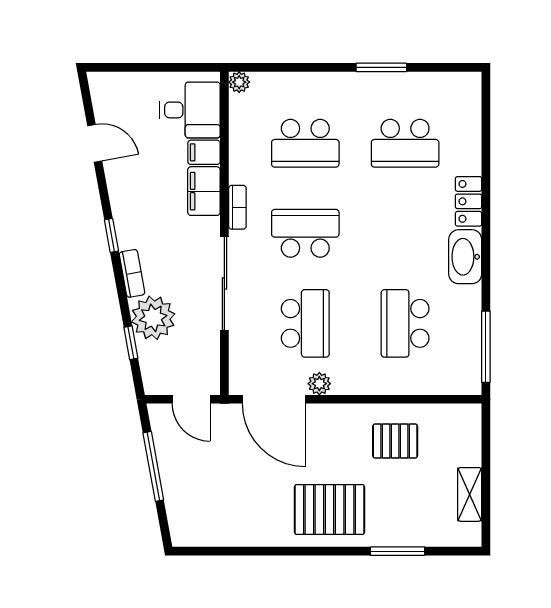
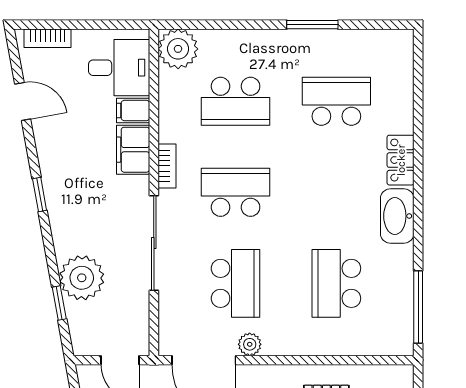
plant: (239, 82) -> (178, 49), width x1.88, depth x1.88
school desk: (405, 143) -> (336, 101), turned 180
bookcase: (132, 273) -> (48, 38), moved, turned 100

